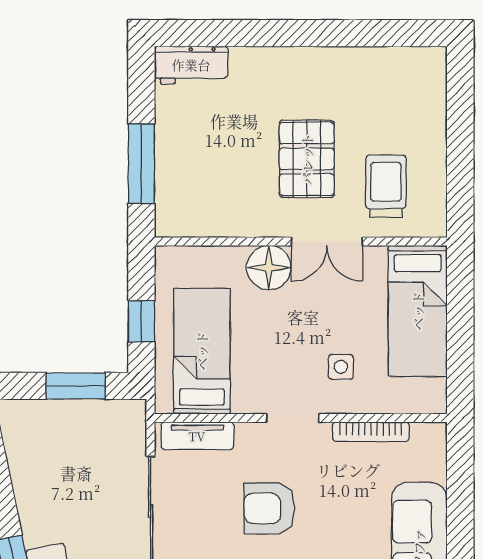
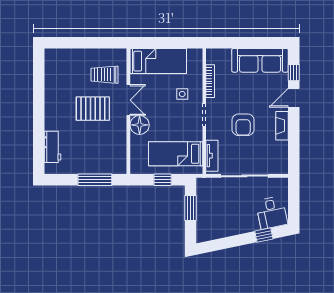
workbench: (191, 65) -> (53, 147), moved

